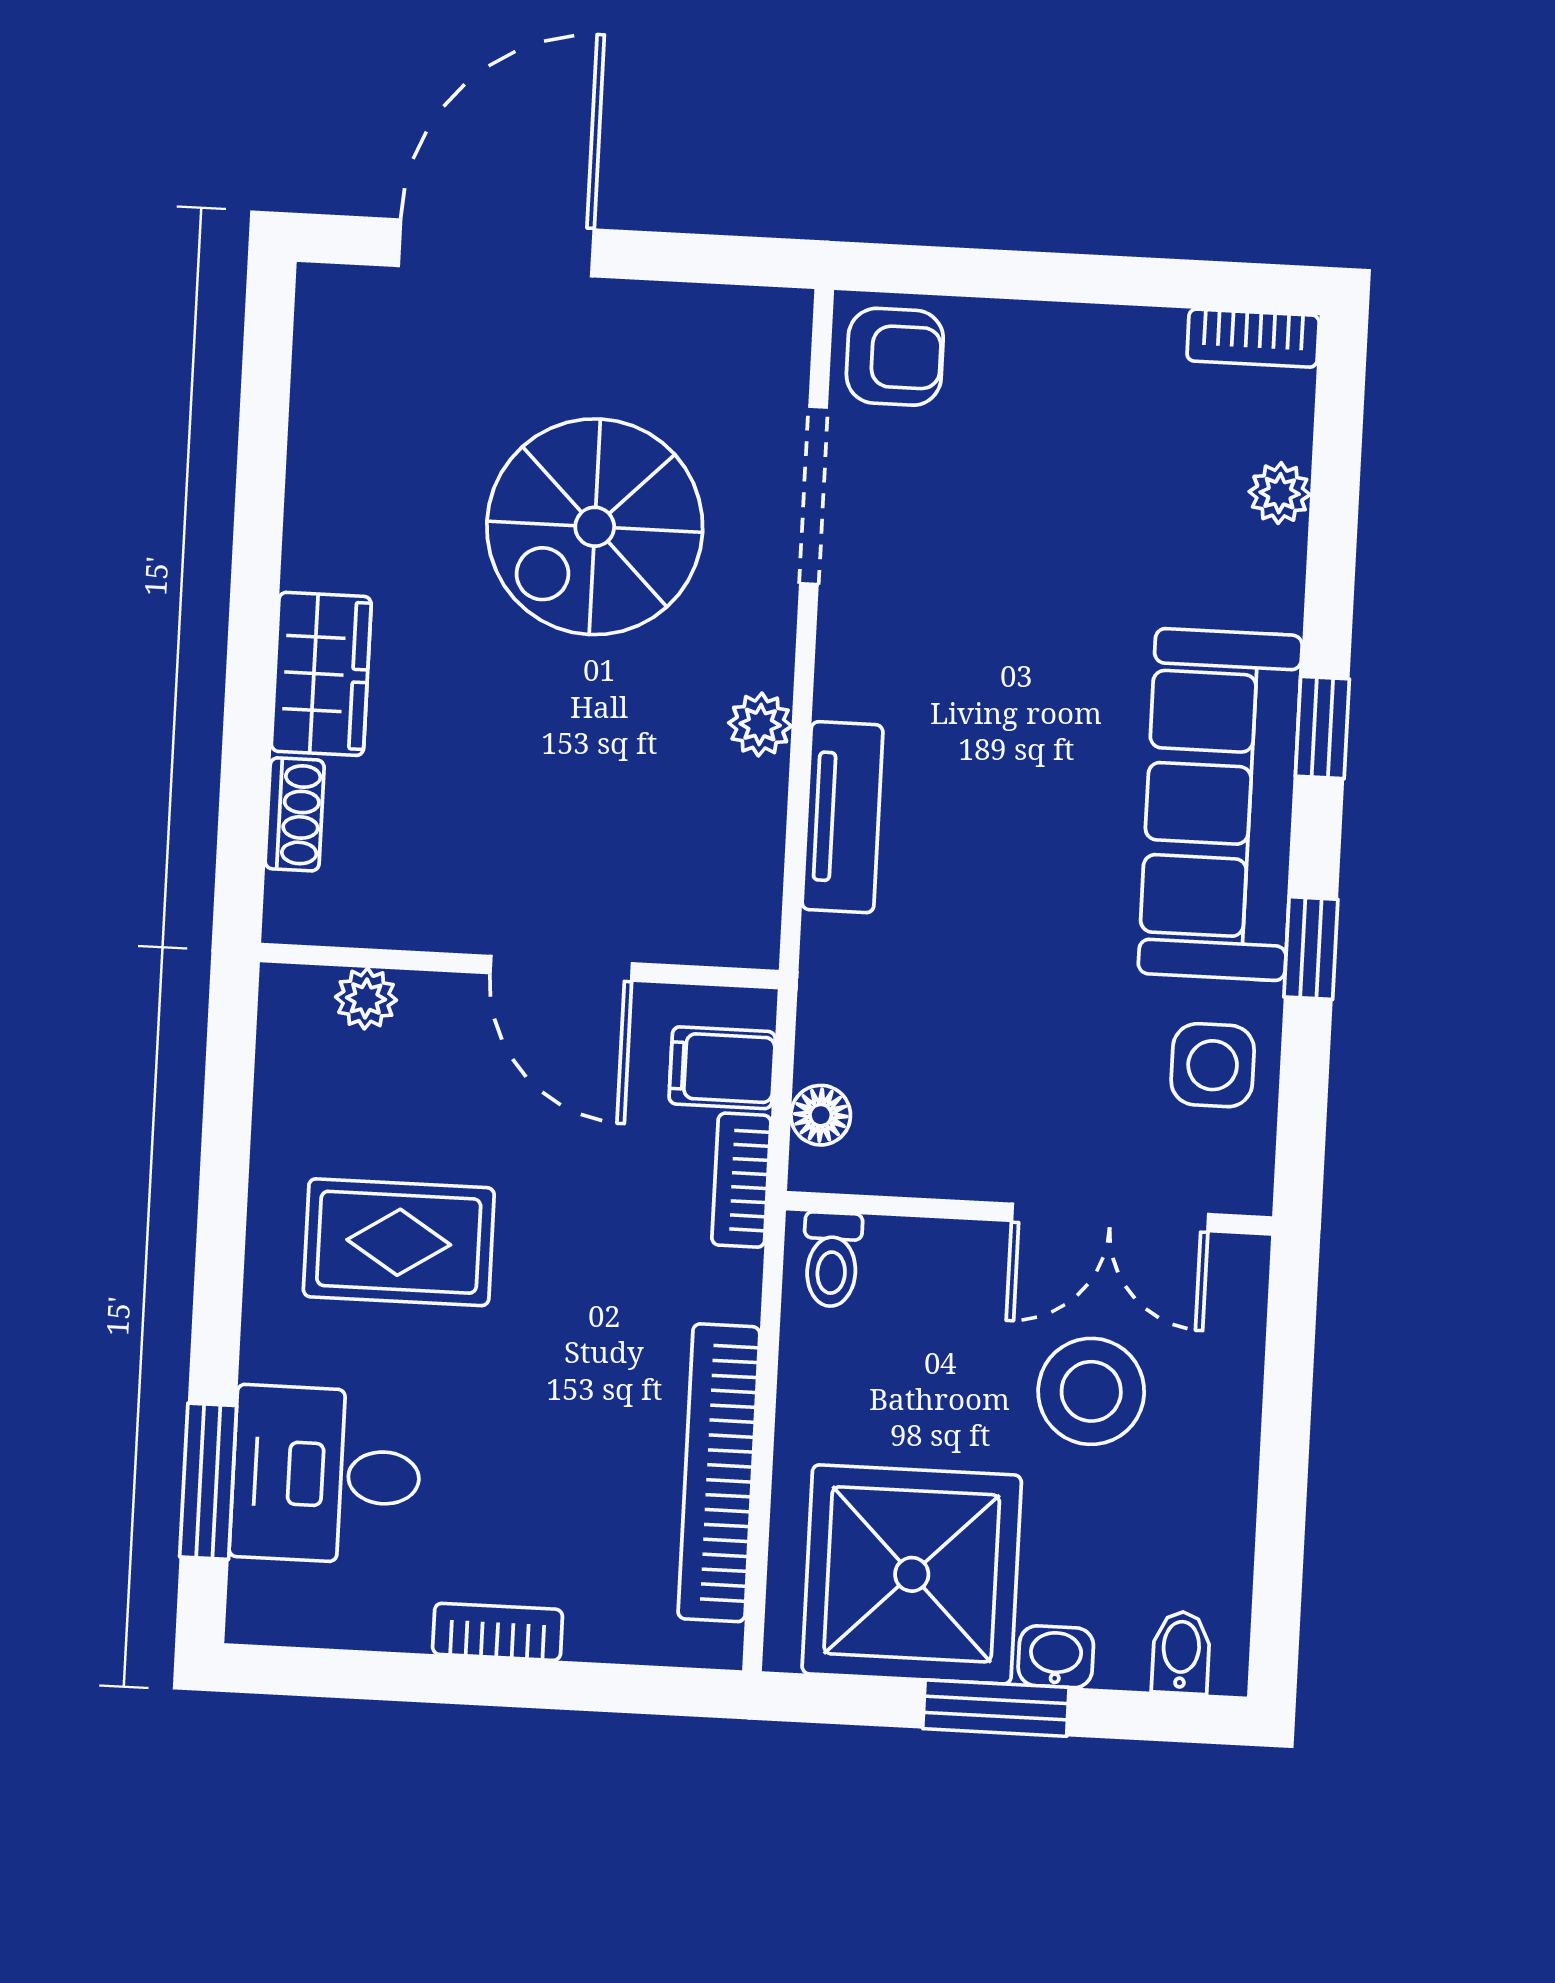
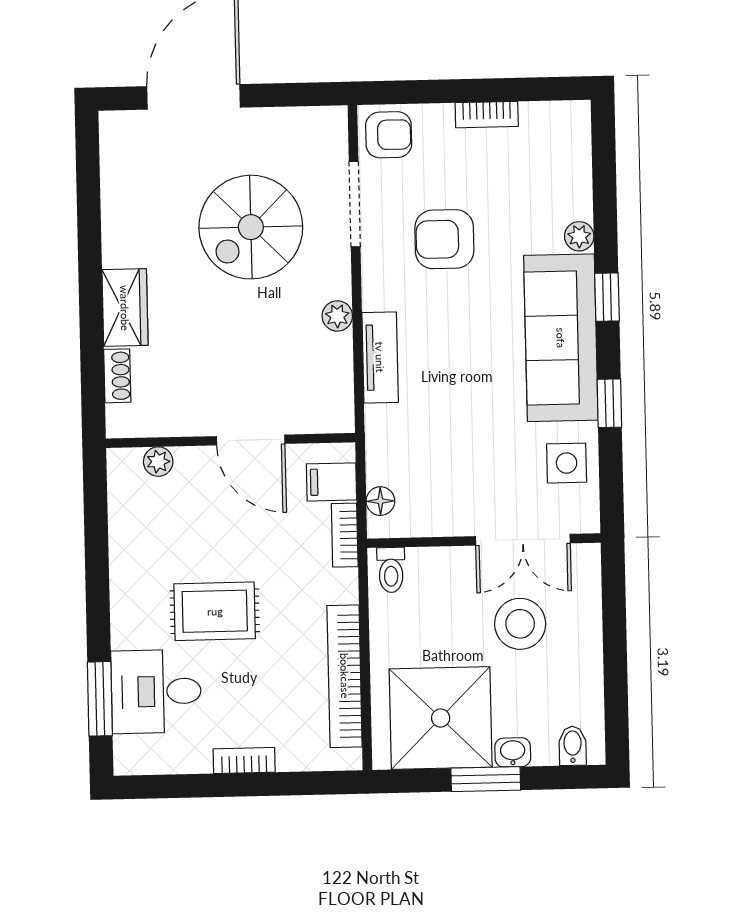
bookcase: (1253, 338) -> (487, 115), moved
plant: (1280, 493) -> (579, 236), moved
armchair: (994, 582) -> (444, 239), added
rug: (399, 1242) -> (215, 611), moved

